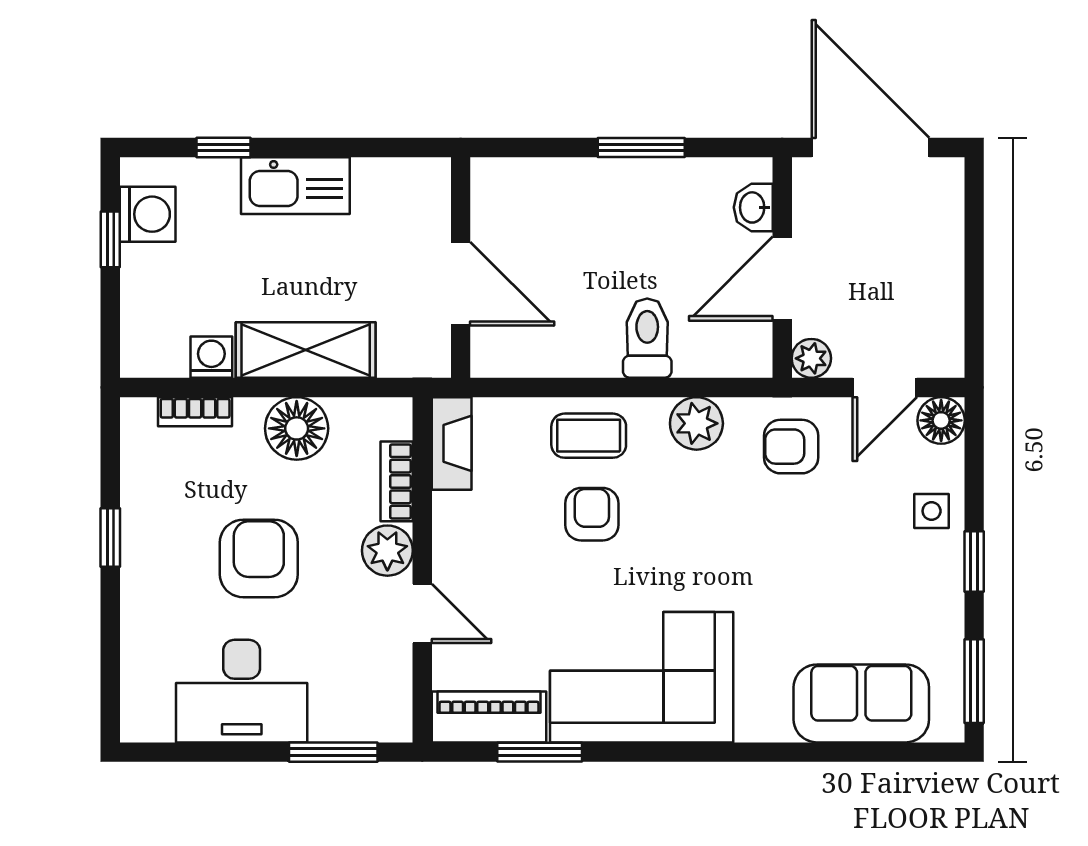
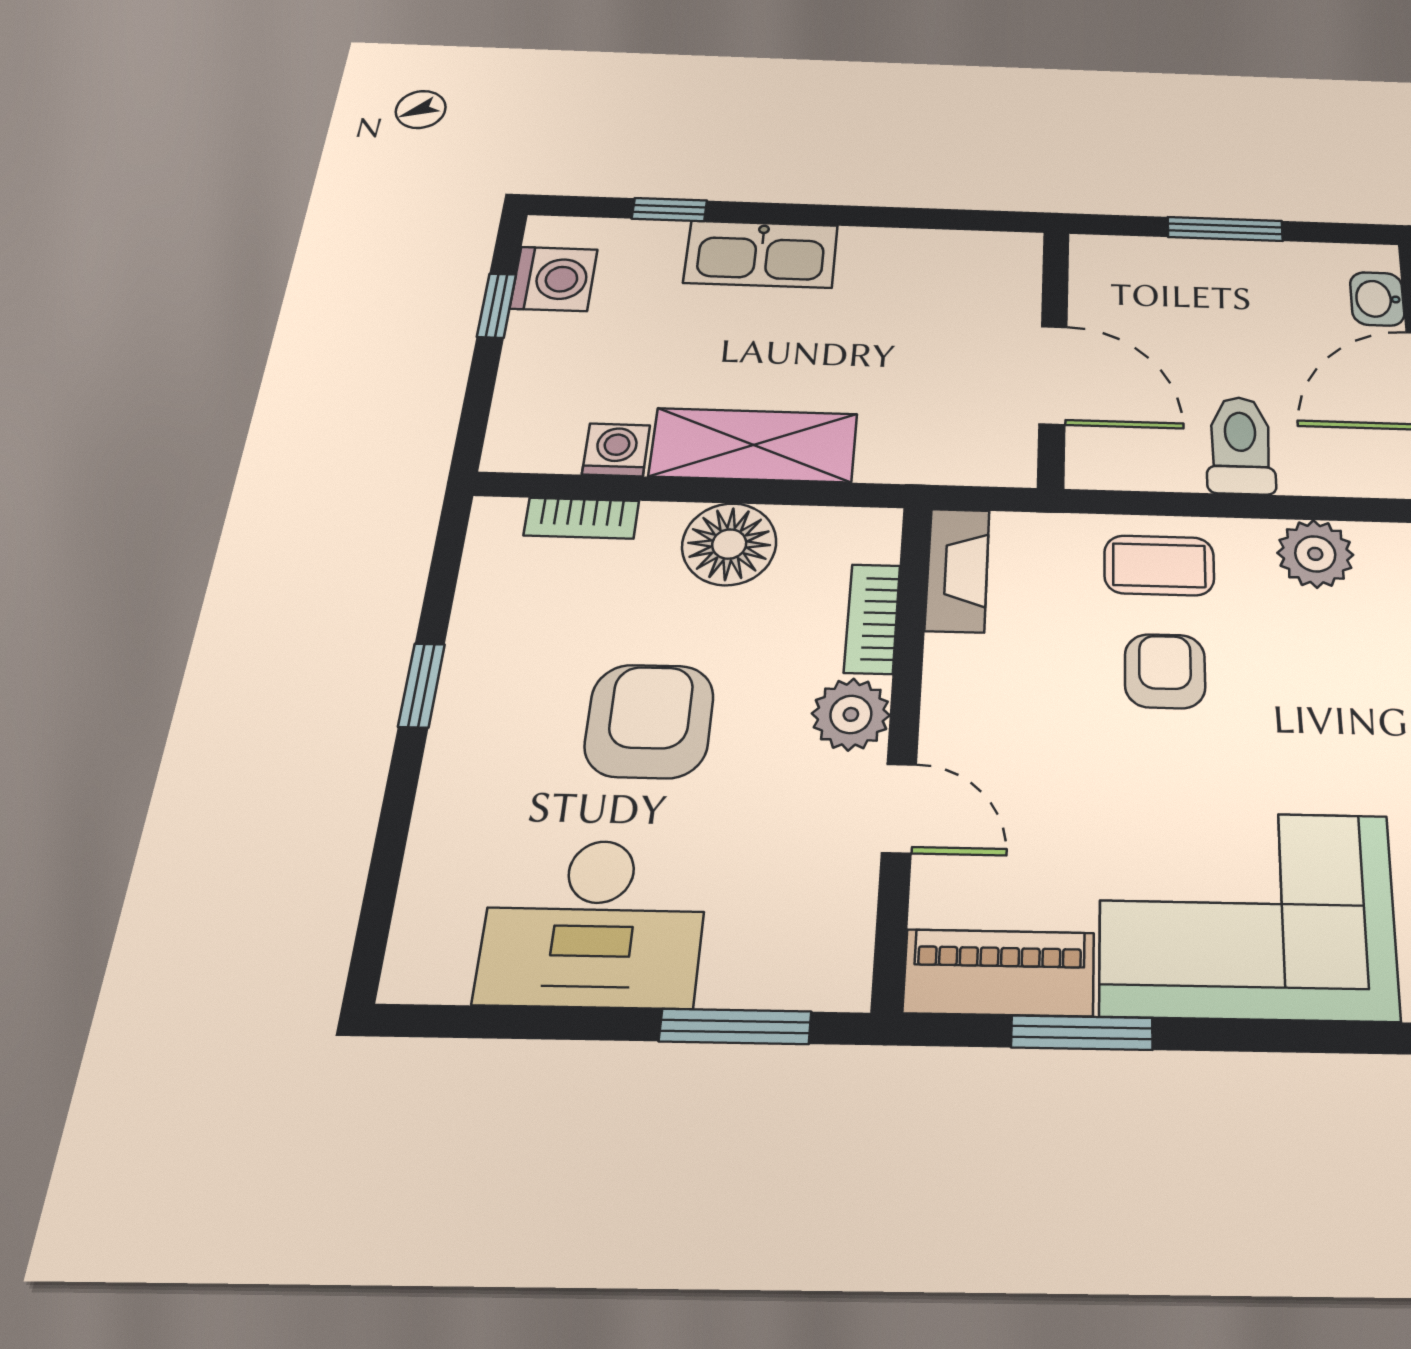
wall: (461, 267) -> (1054, 356), moved
door: (461, 284) -> (1053, 375), moved

